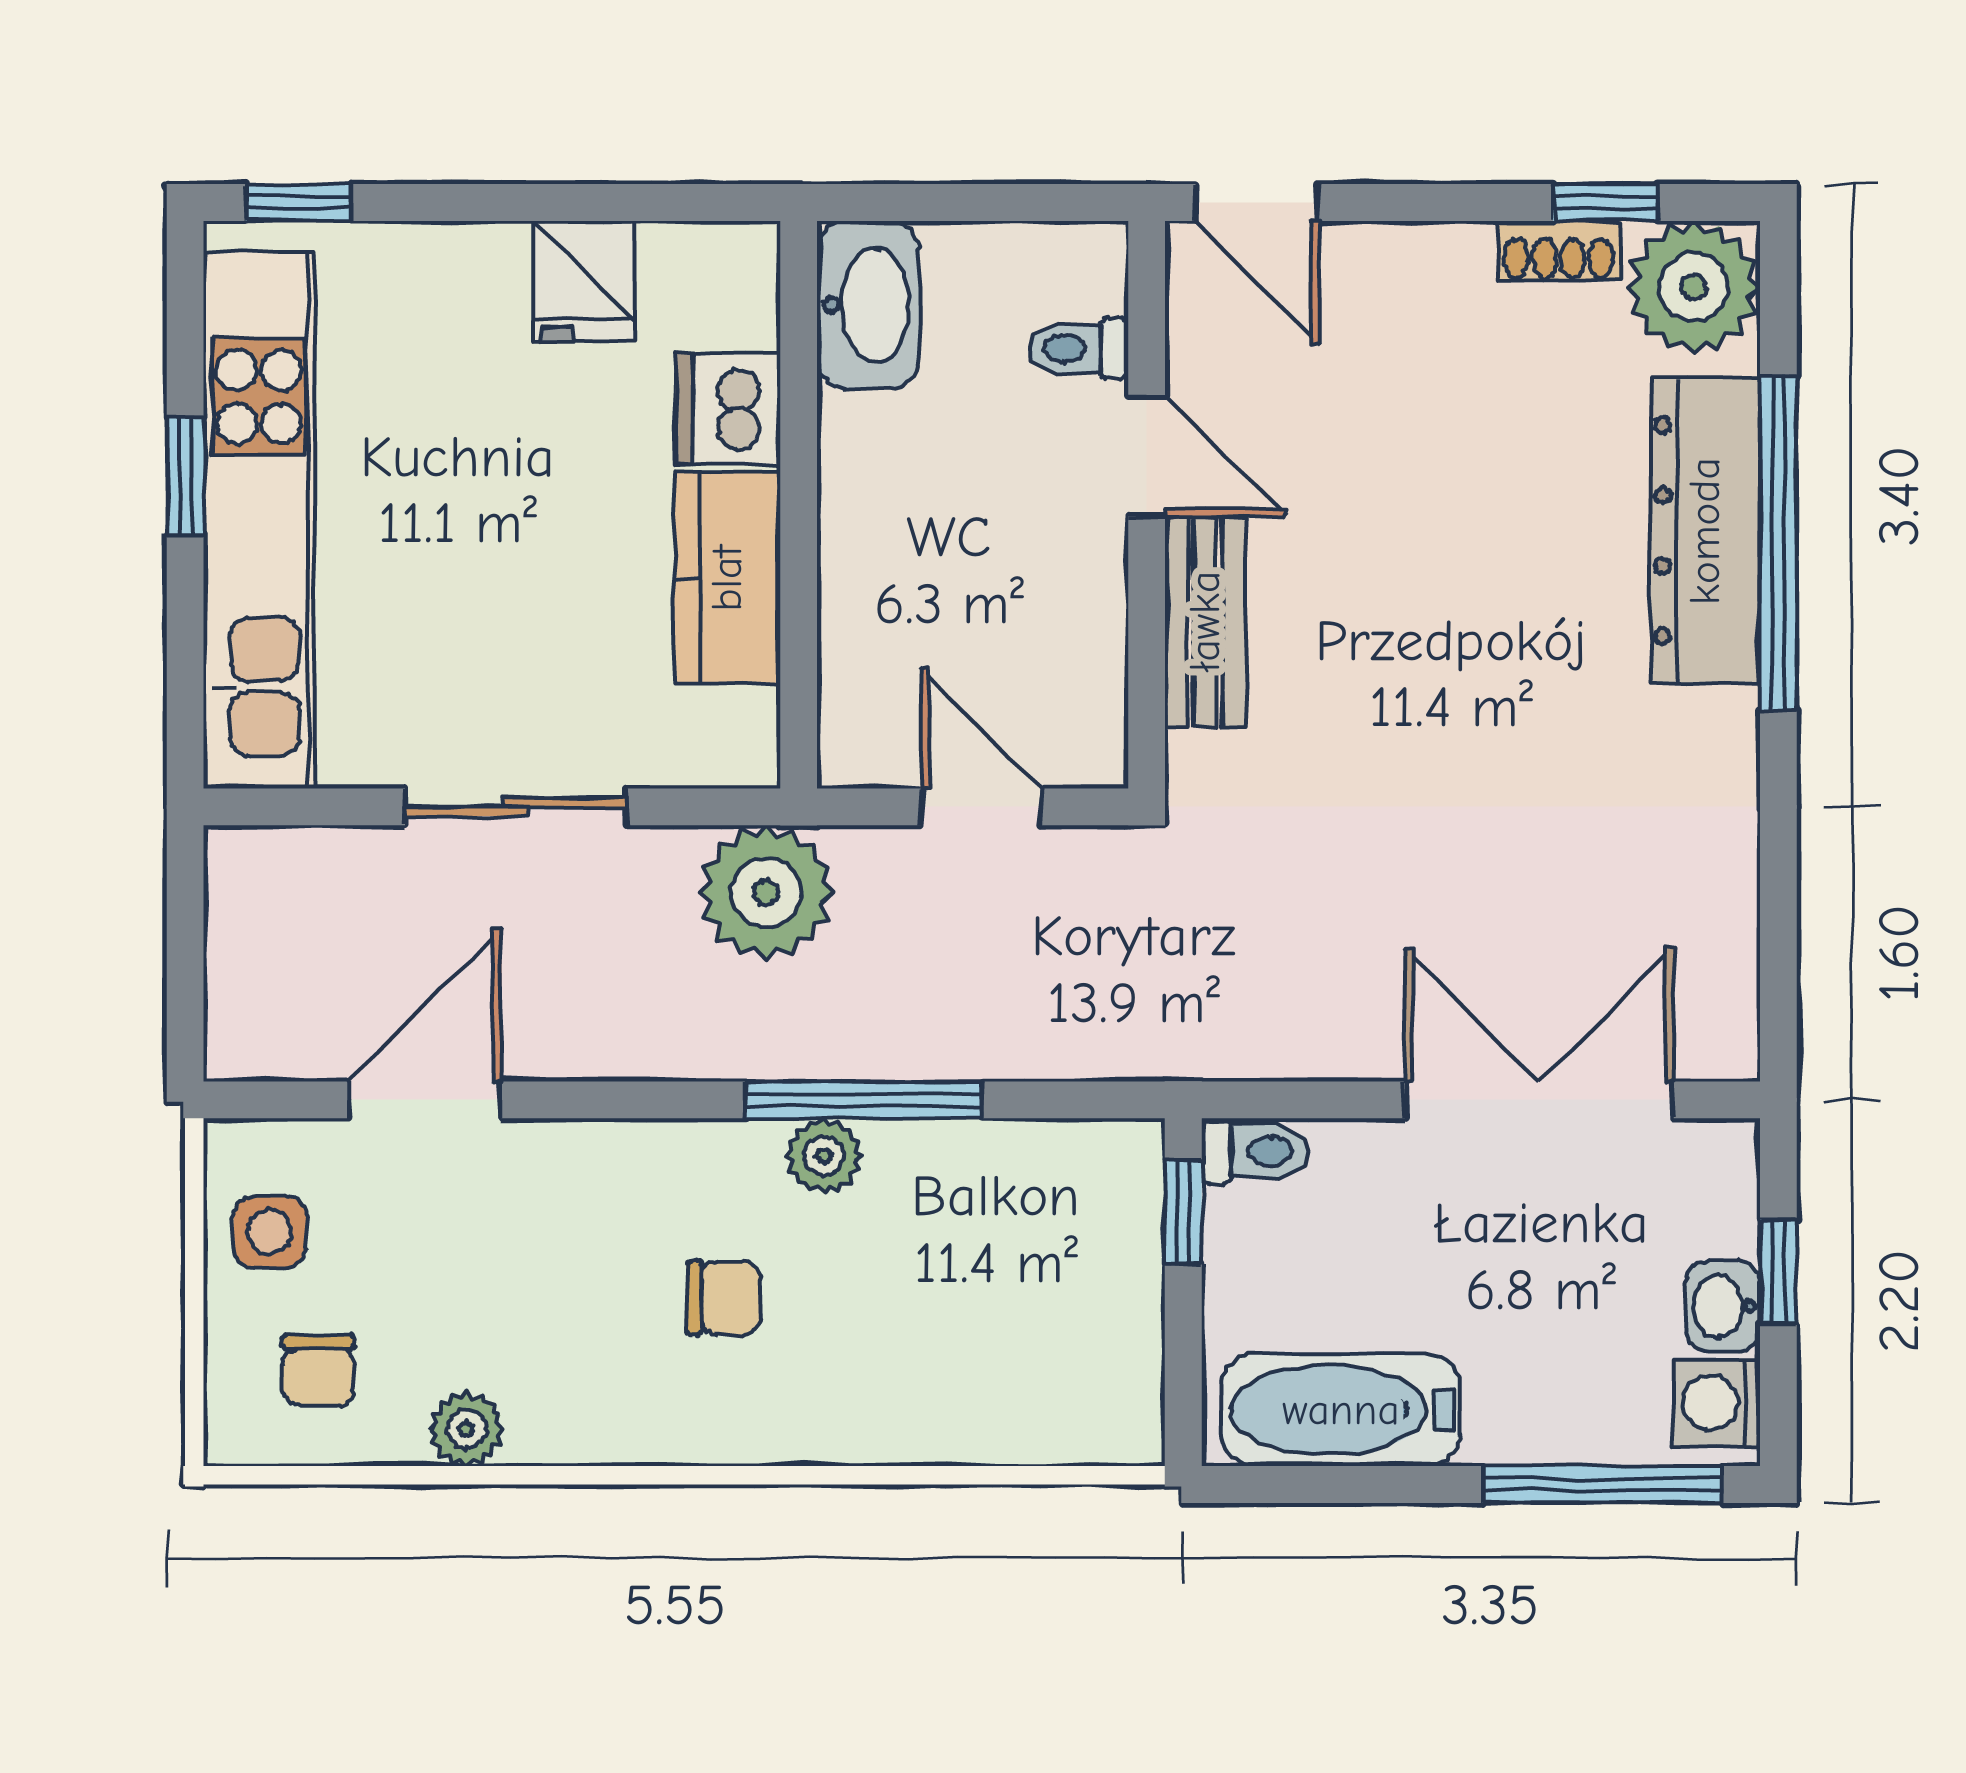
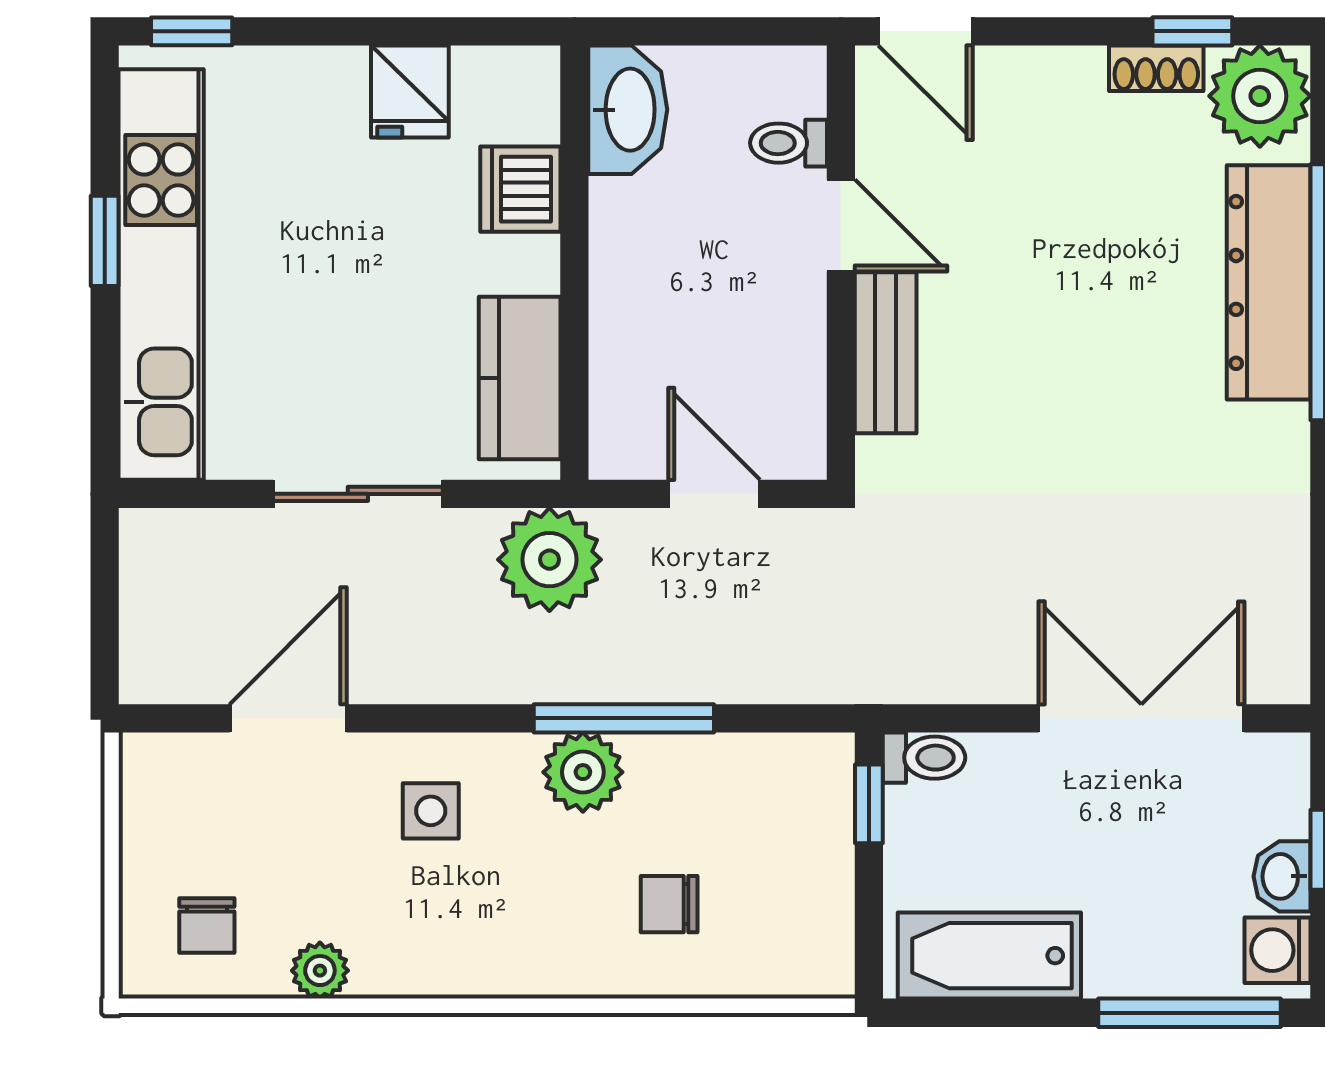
kitchen counter: (727, 578) -> (520, 378), moved
plant: (824, 1156) -> (583, 772), width x1.38, depth x1.38
side table: (270, 1232) -> (431, 811), moved
chair: (723, 1298) -> (669, 904), moved, turned 180

